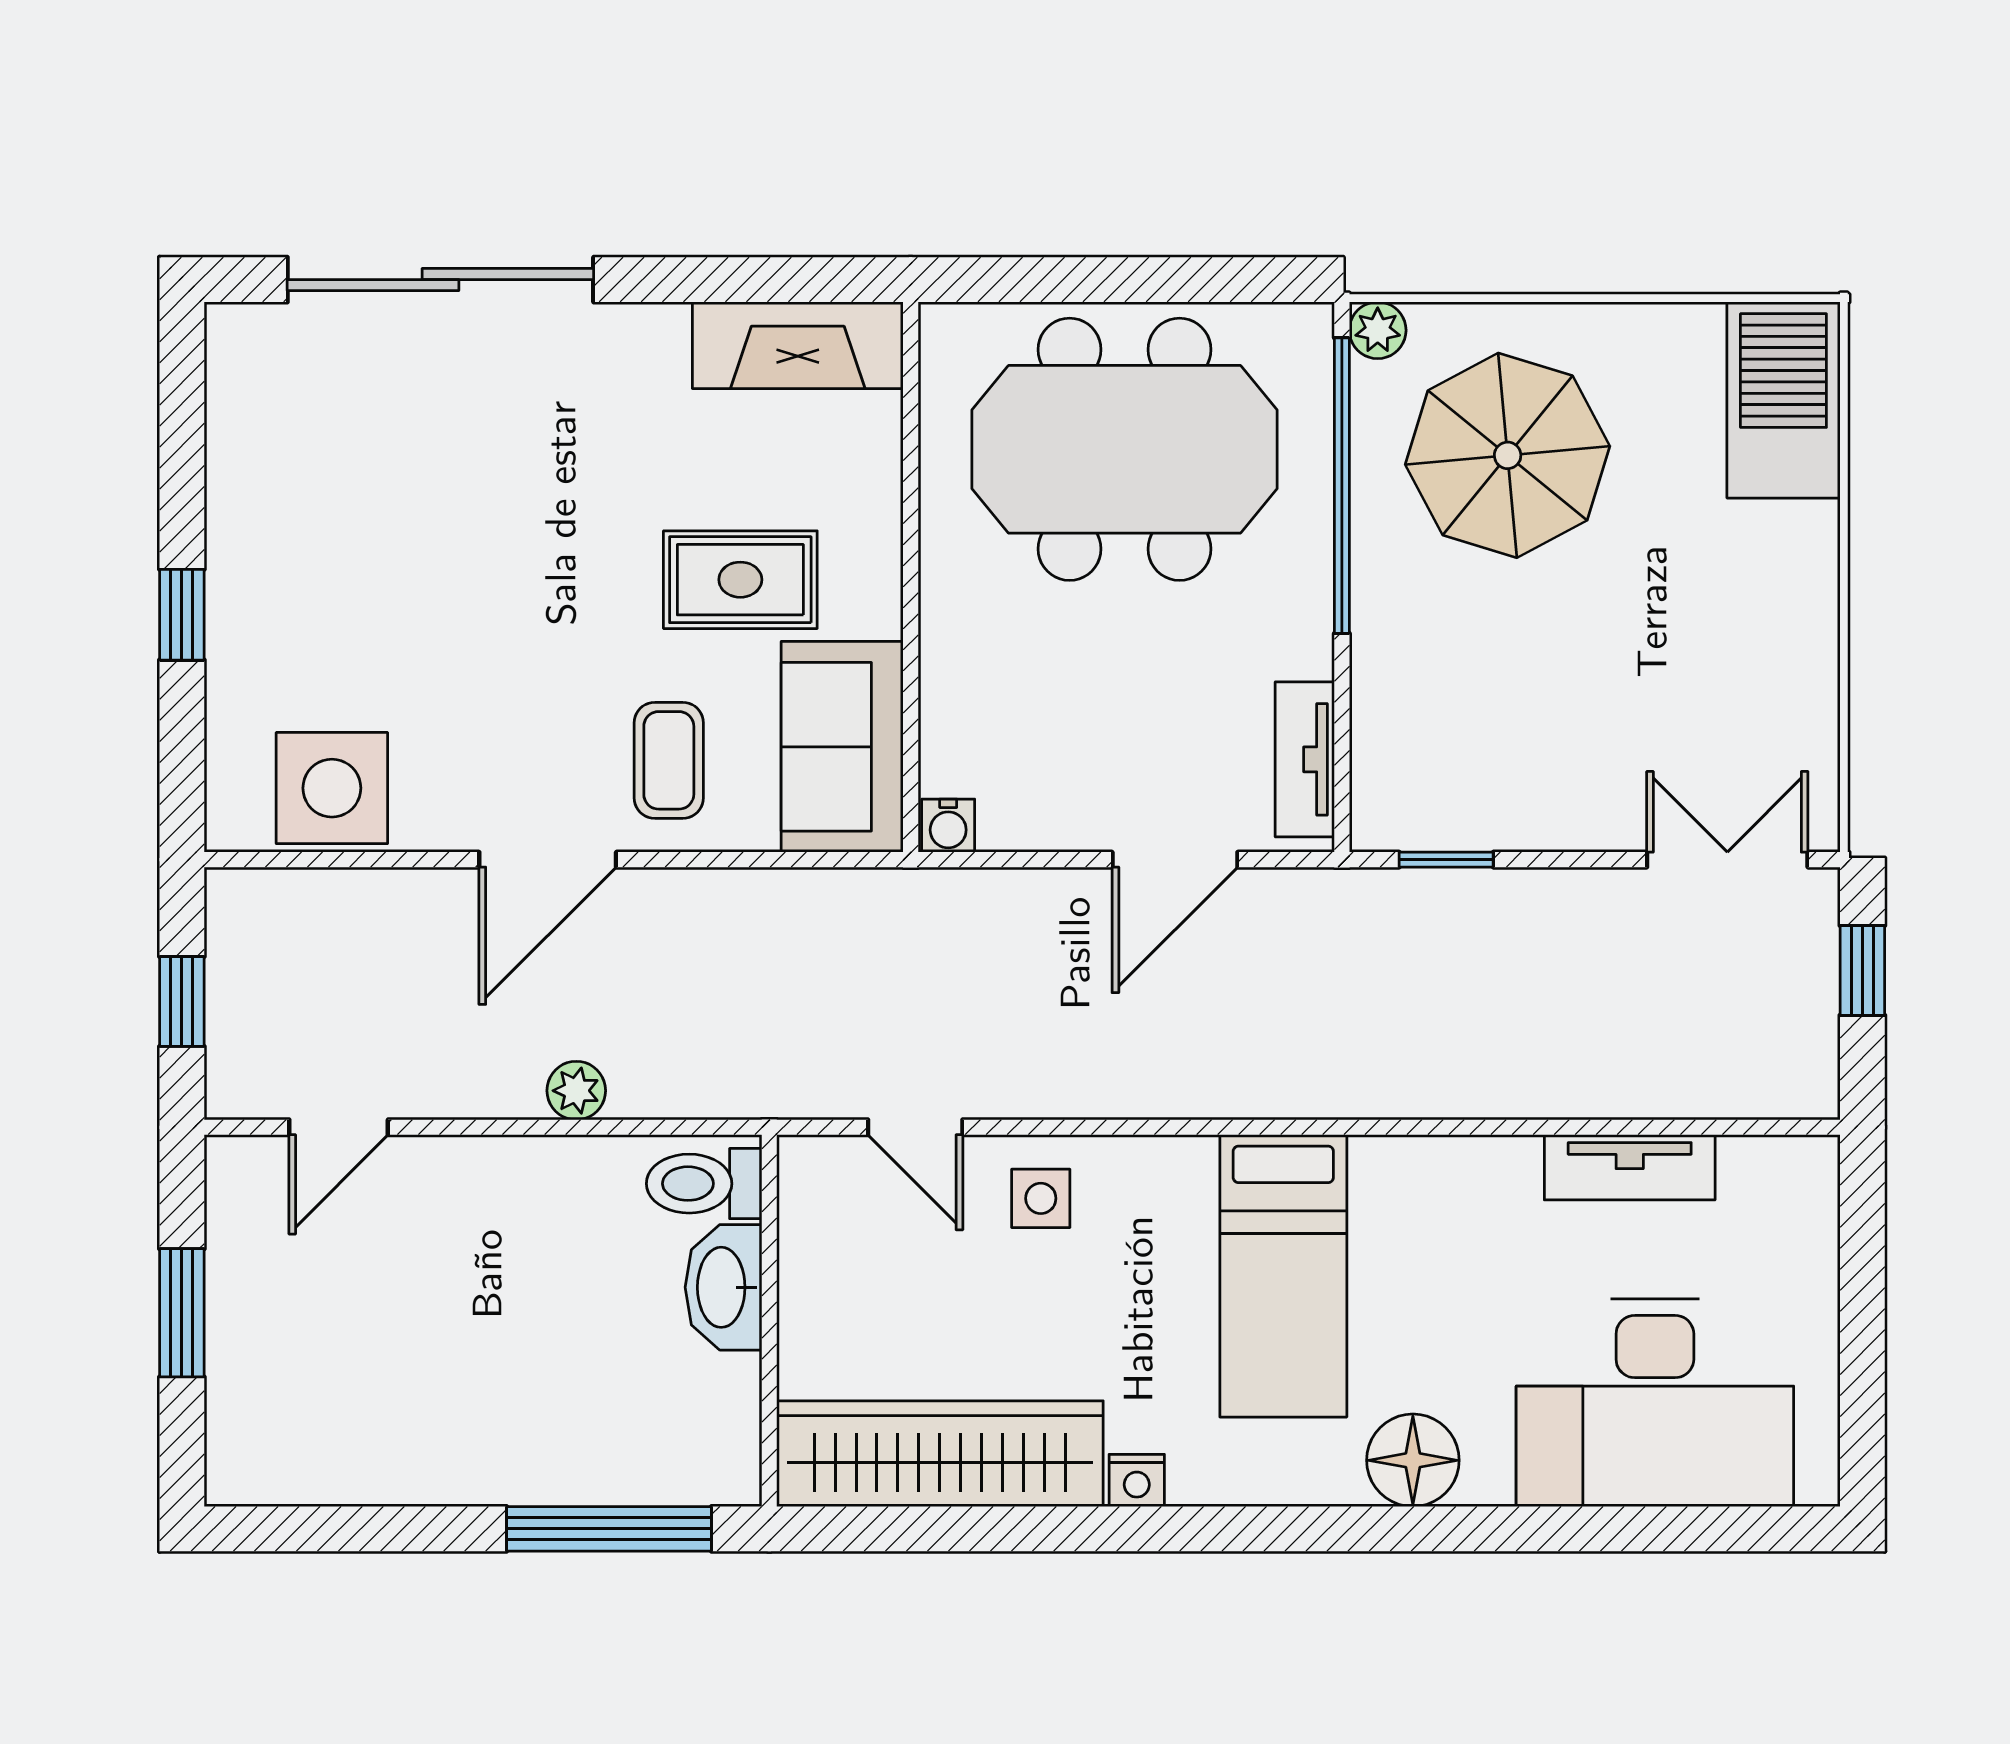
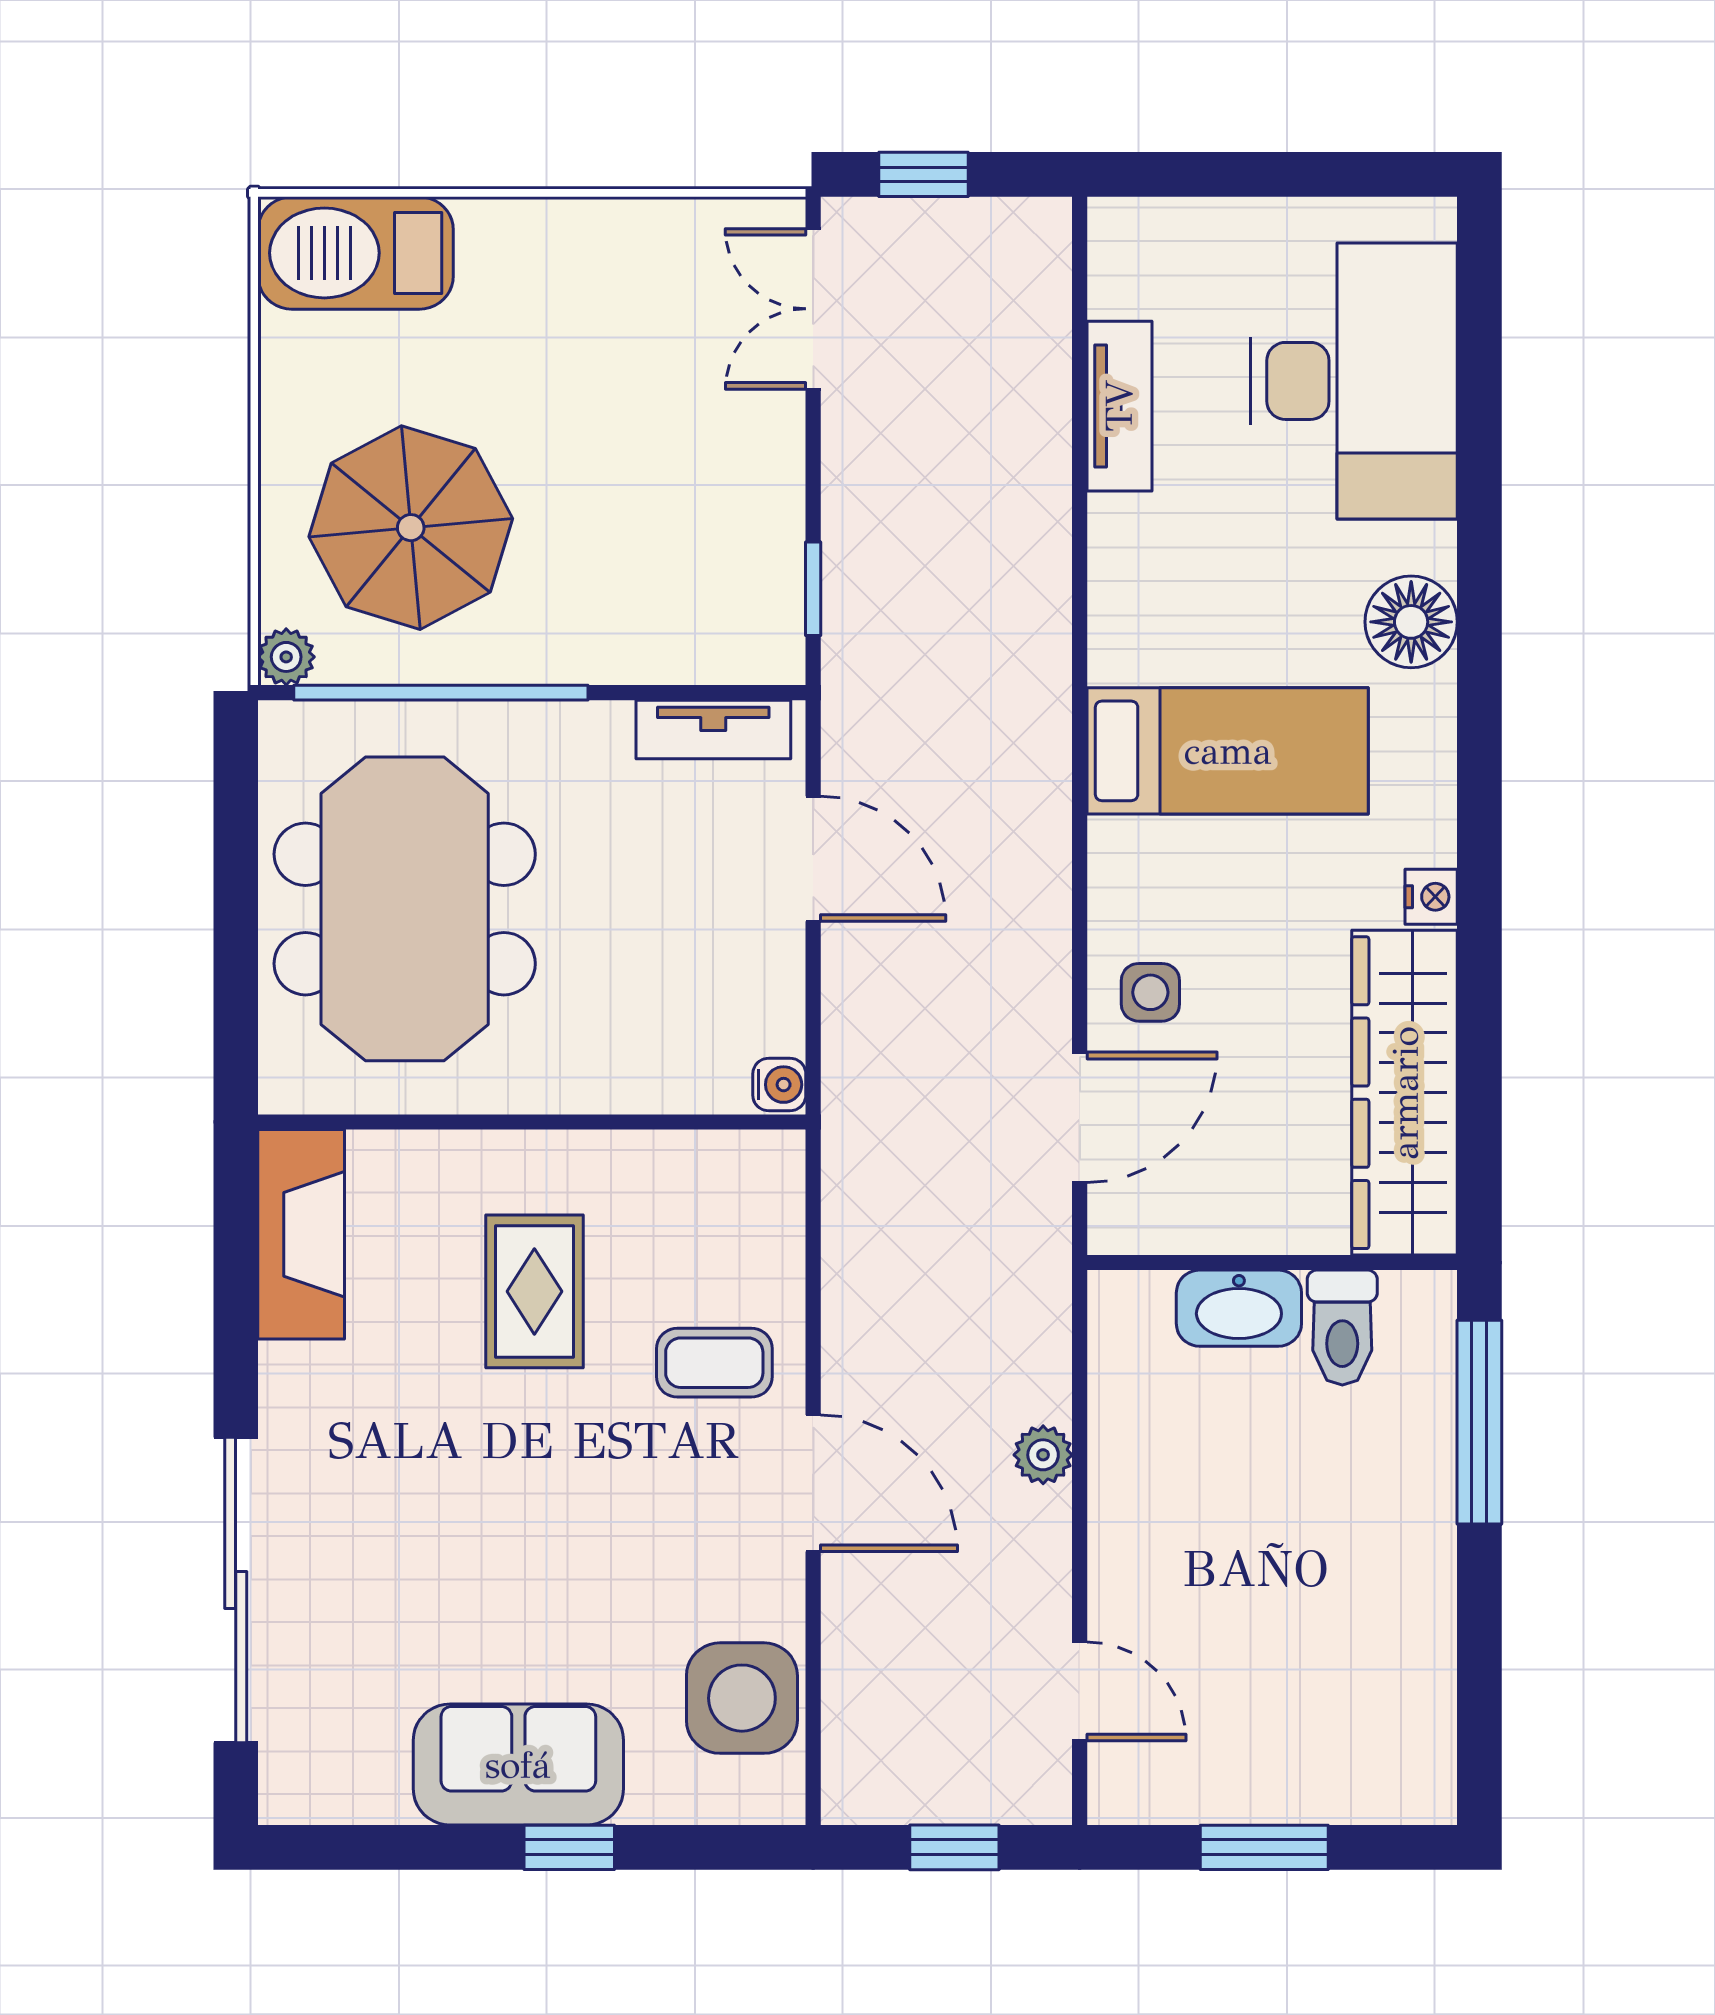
sofa: (842, 747) -> (518, 1765), moved, turned 180
door: (915, 1127) -> (1080, 1117), width x1.37
toilet: (704, 1184) -> (1342, 1328), moved

